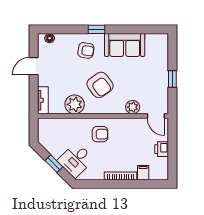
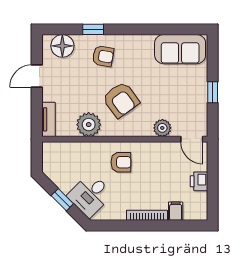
window: (96, 29) -> (93, 29), moved
floor lamp: (50, 38) -> (62, 46), width x1.89, depth x1.89
sofa: (125, 45) -> (180, 49), moved

